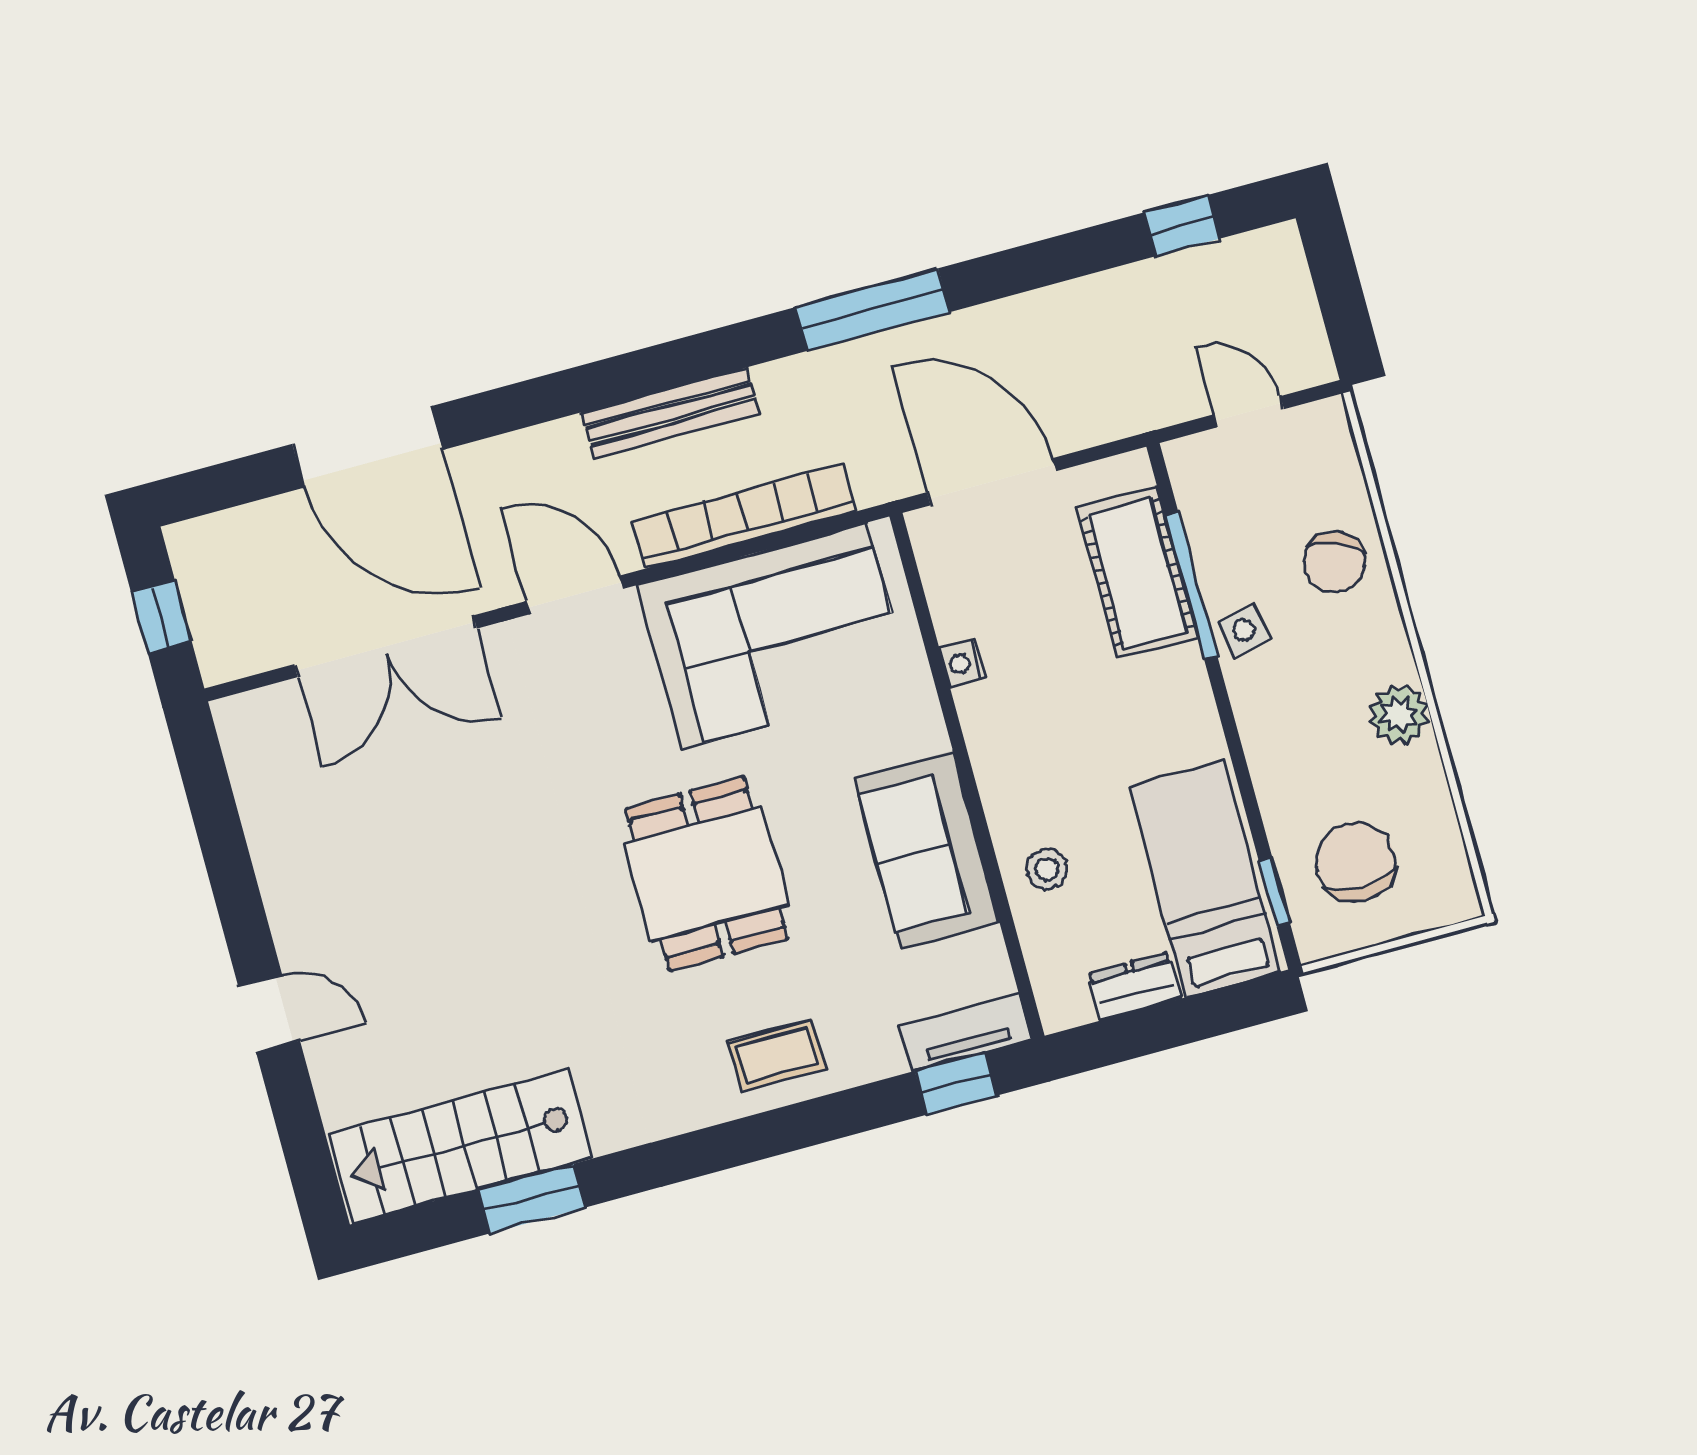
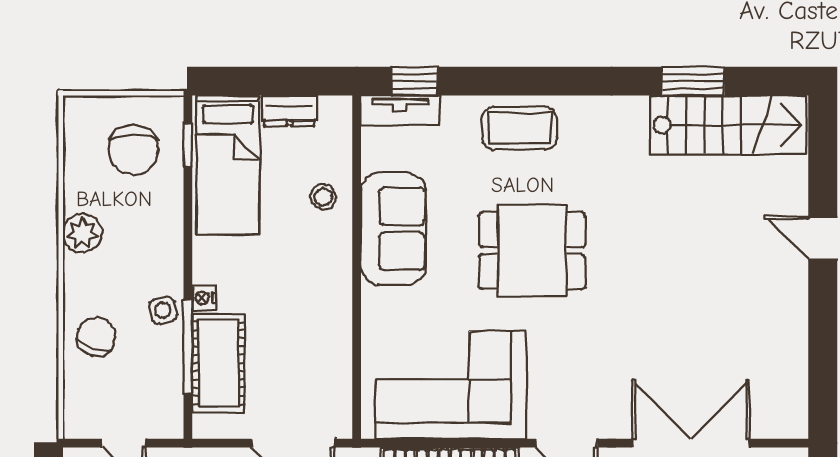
nightstand: (963, 663) -> (204, 298), moved, turned 180
dining table: (707, 874) -> (532, 251), turned 90
coffee table: (777, 1055) -> (519, 128), width x1.36, depth x1.30

